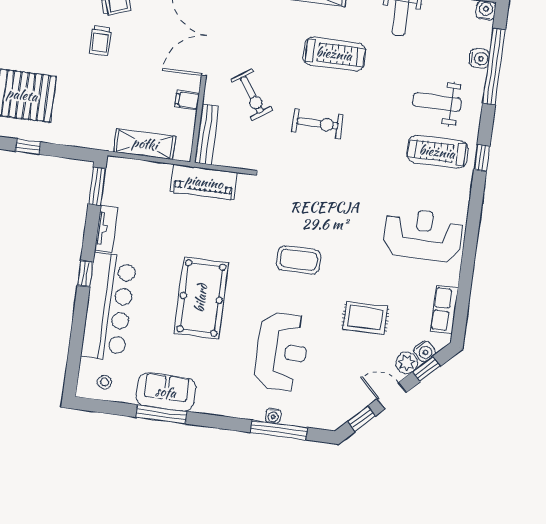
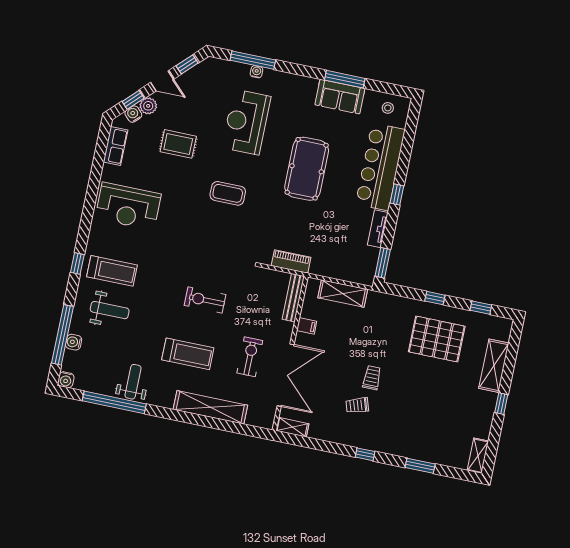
treadmill: (334, 54) -> (188, 354), turned 180
exercise bike: (252, 95) -> (250, 357), moved, turned 35
piano: (204, 182) -> (291, 261), width x0.73, depth x0.75

